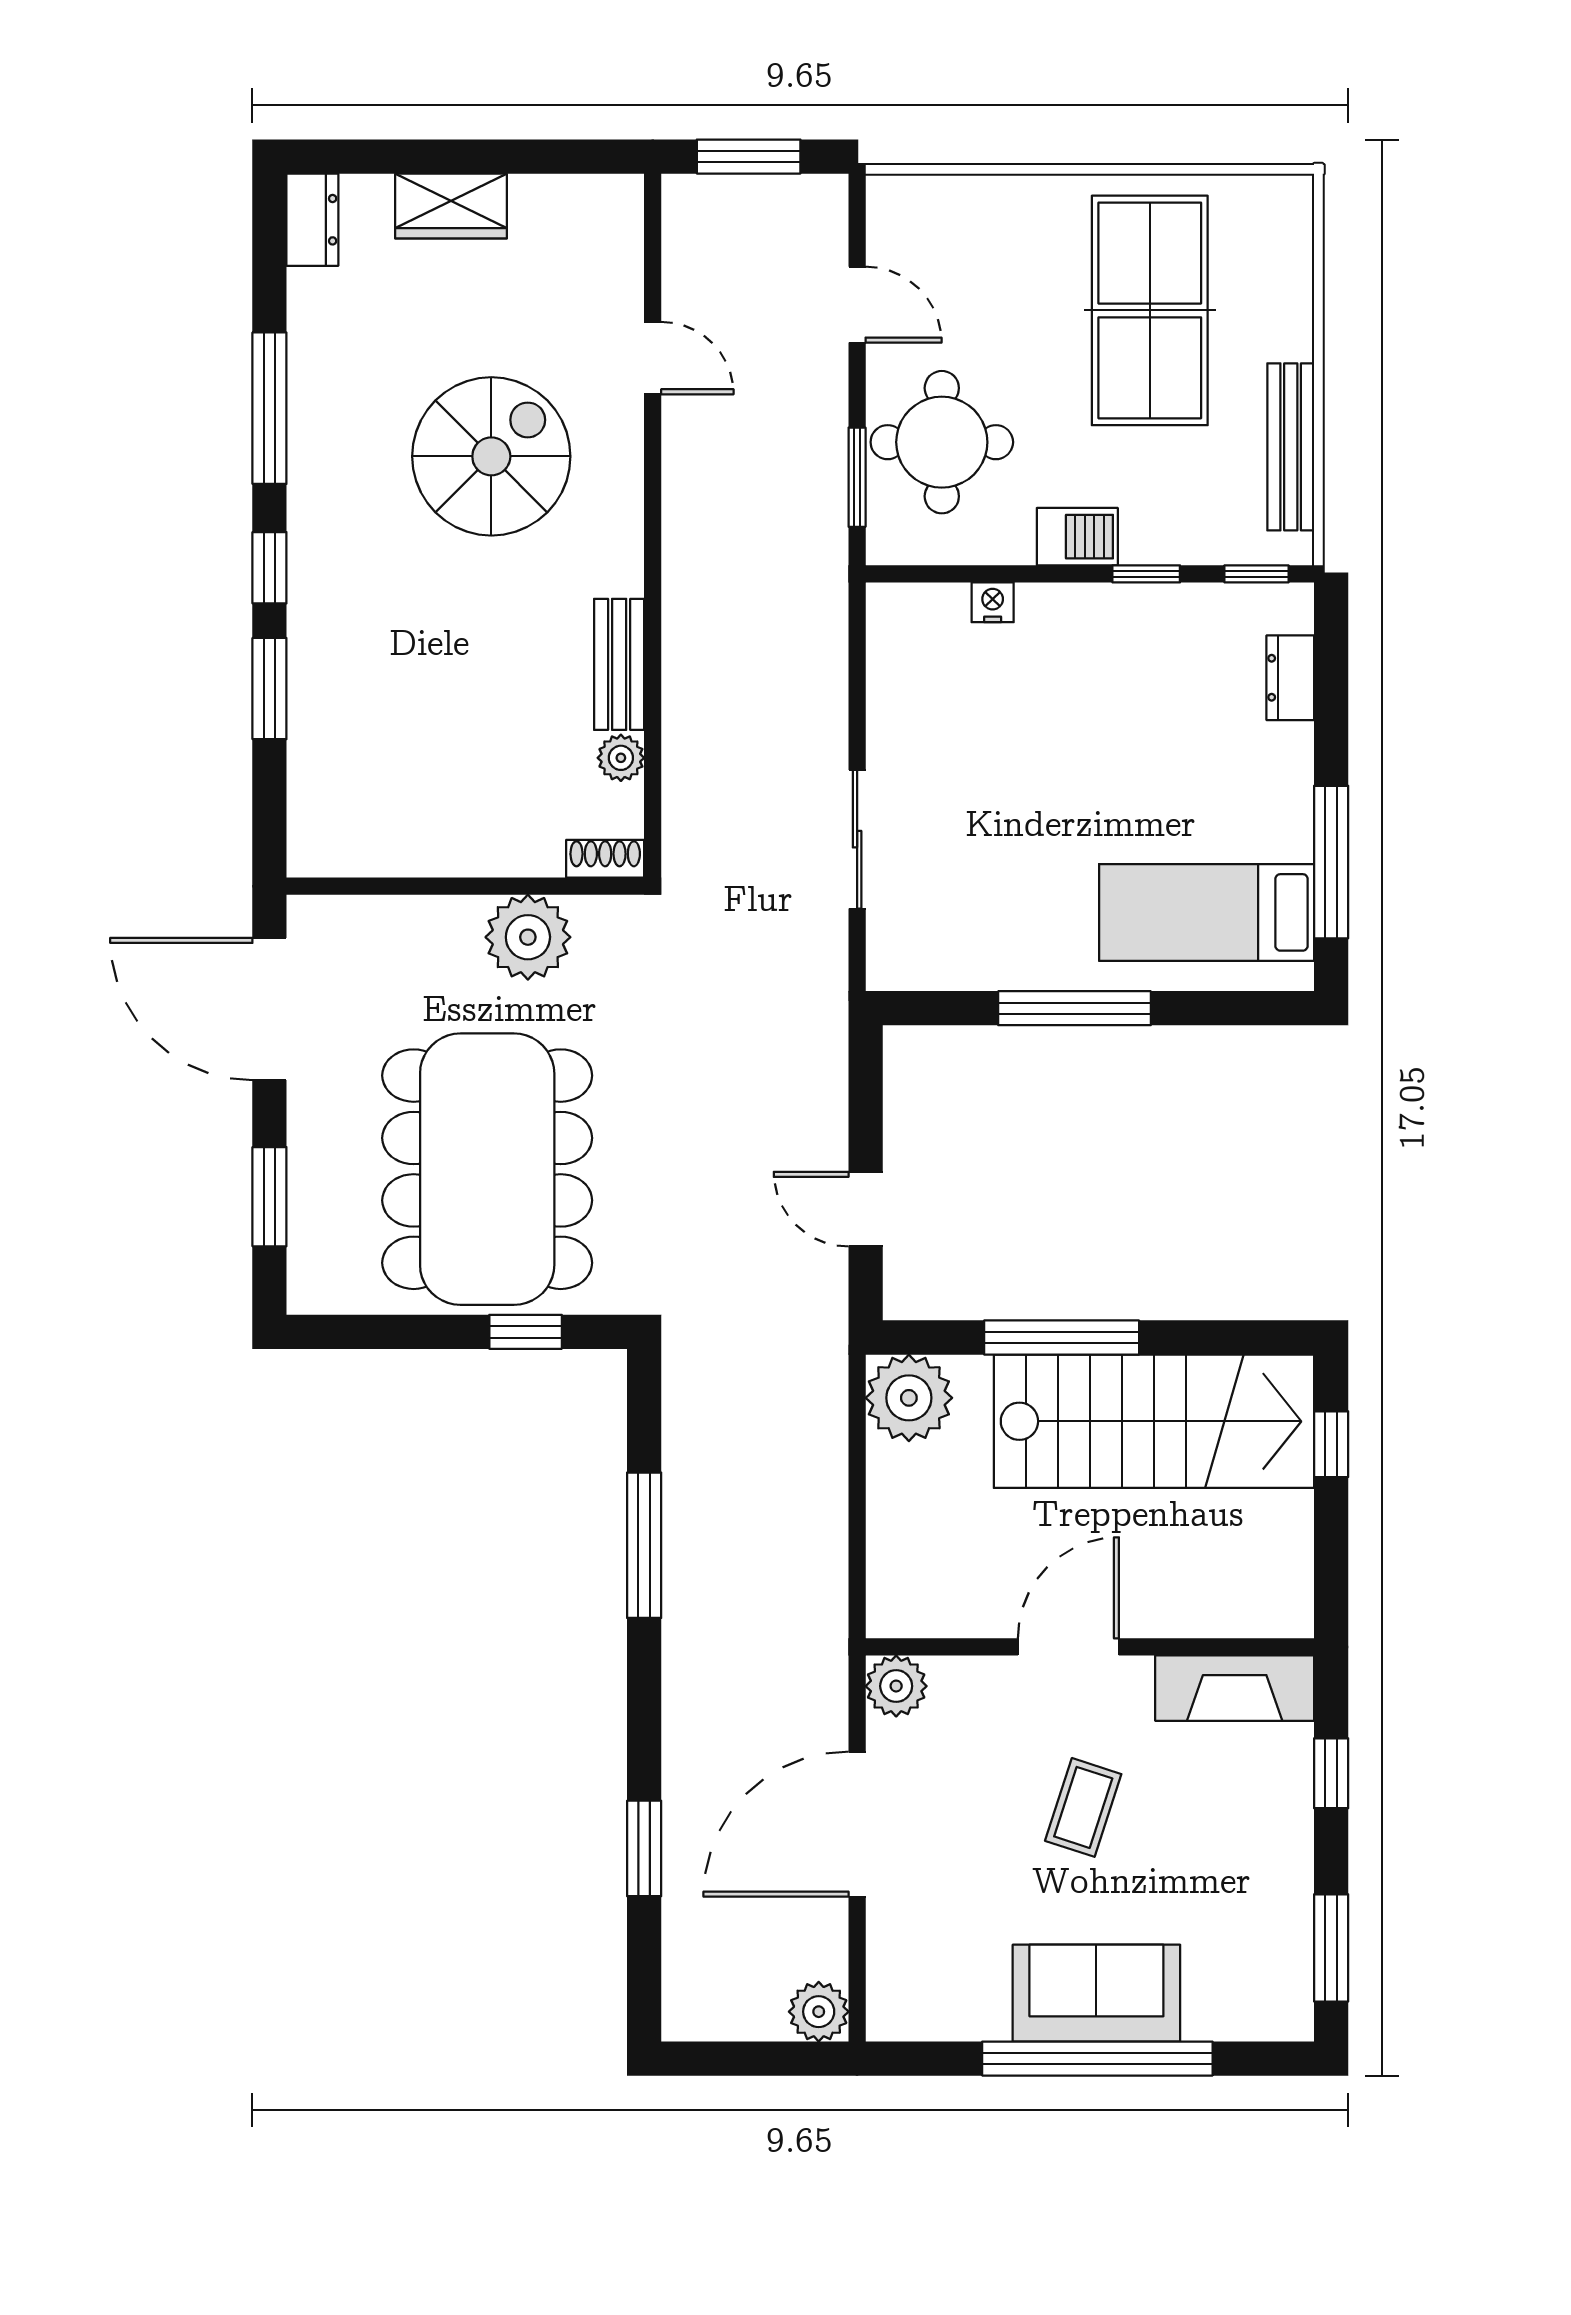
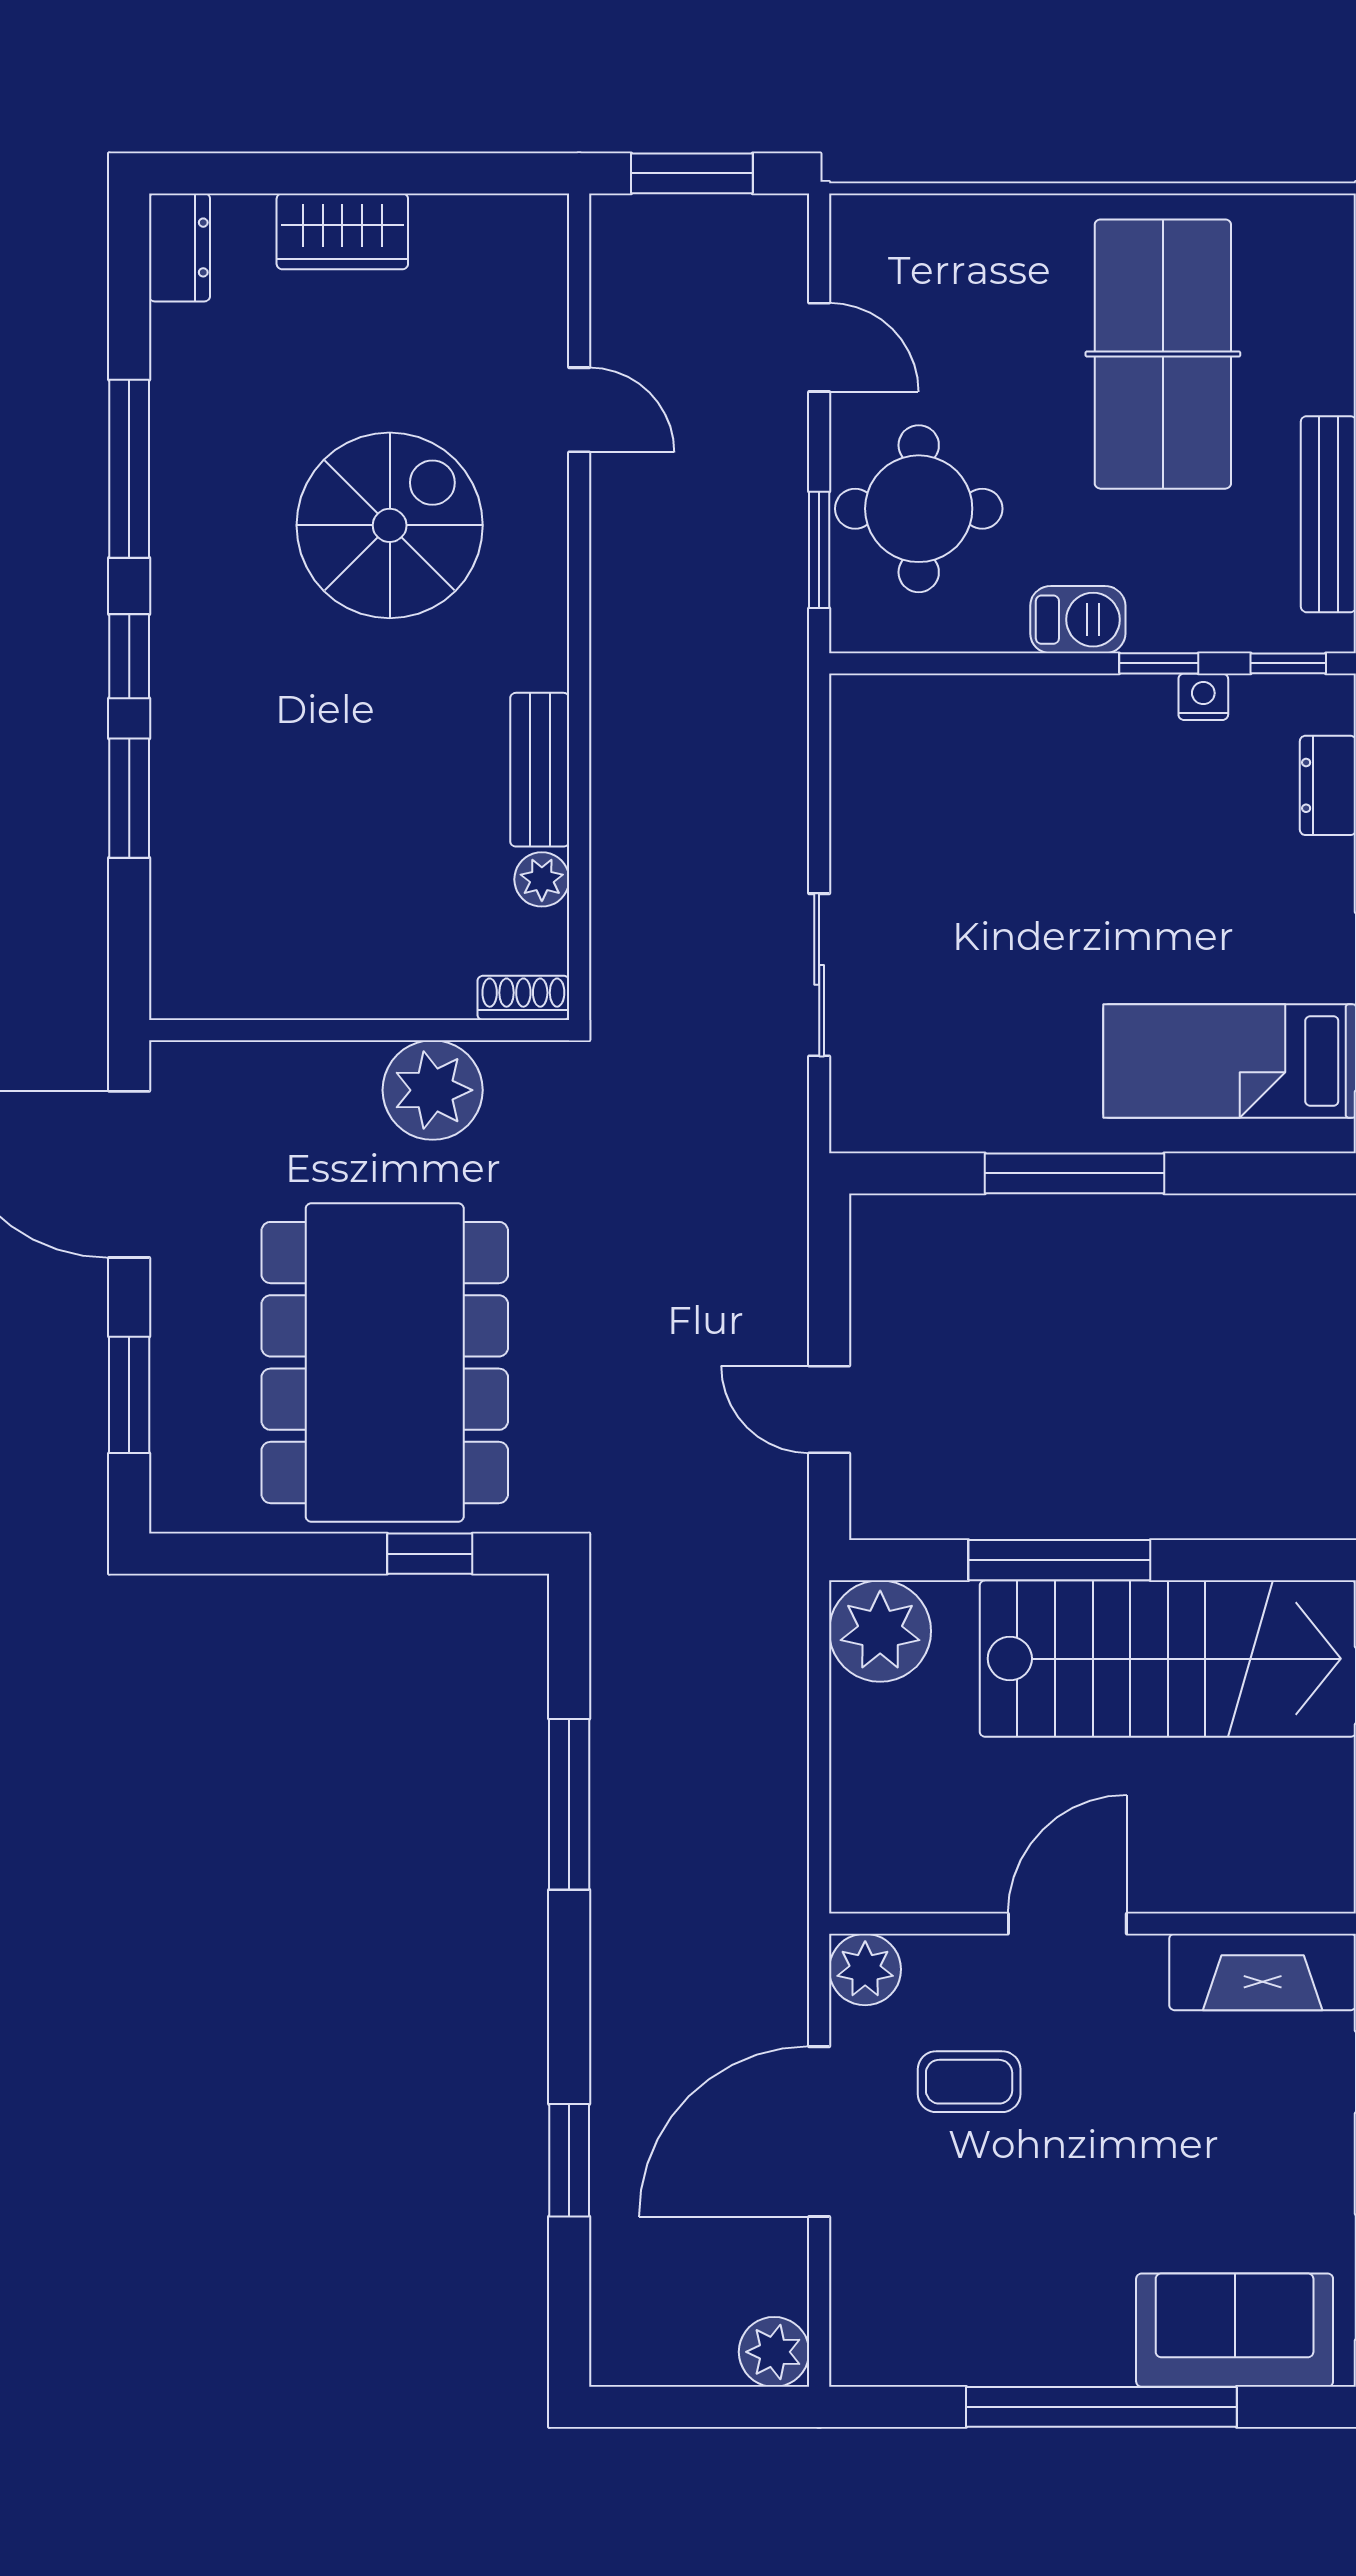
nightstand: (993, 602) -> (1203, 697), moved
coffee table: (1083, 1807) -> (969, 2082), moved, turned 72
sofa: (1096, 1993) -> (1235, 2330), moved

